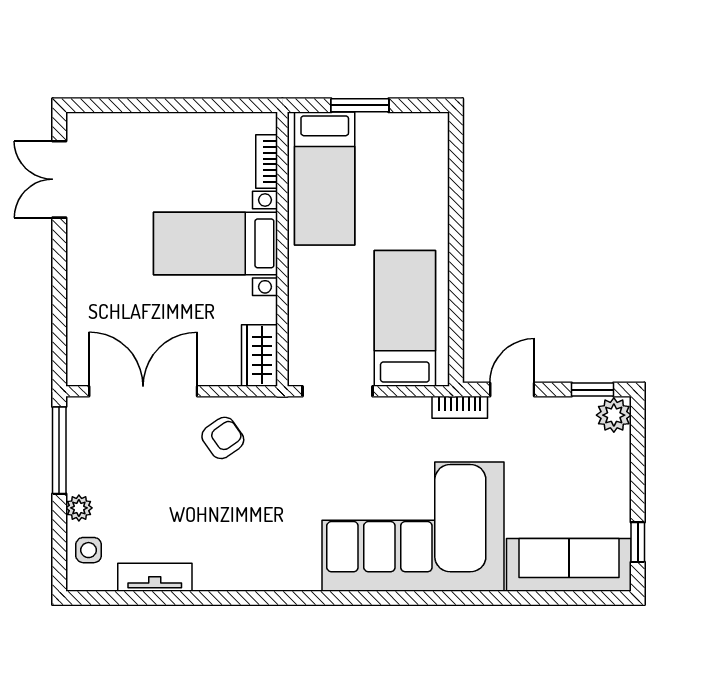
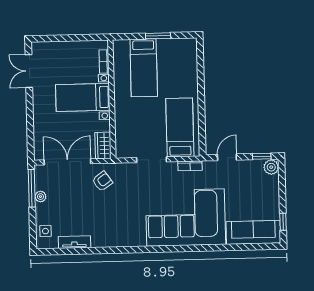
bookcase: (267, 161) -> (104, 61), moved
bed with nightstands: (216, 243) -> (83, 97), moved
wall: (282, 249) -> (112, 99), moved
wardrobe: (260, 355) -> (103, 145), moved
bookcase: (460, 407) -> (190, 166), moved
plant: (79, 508) -> (40, 197), moved

